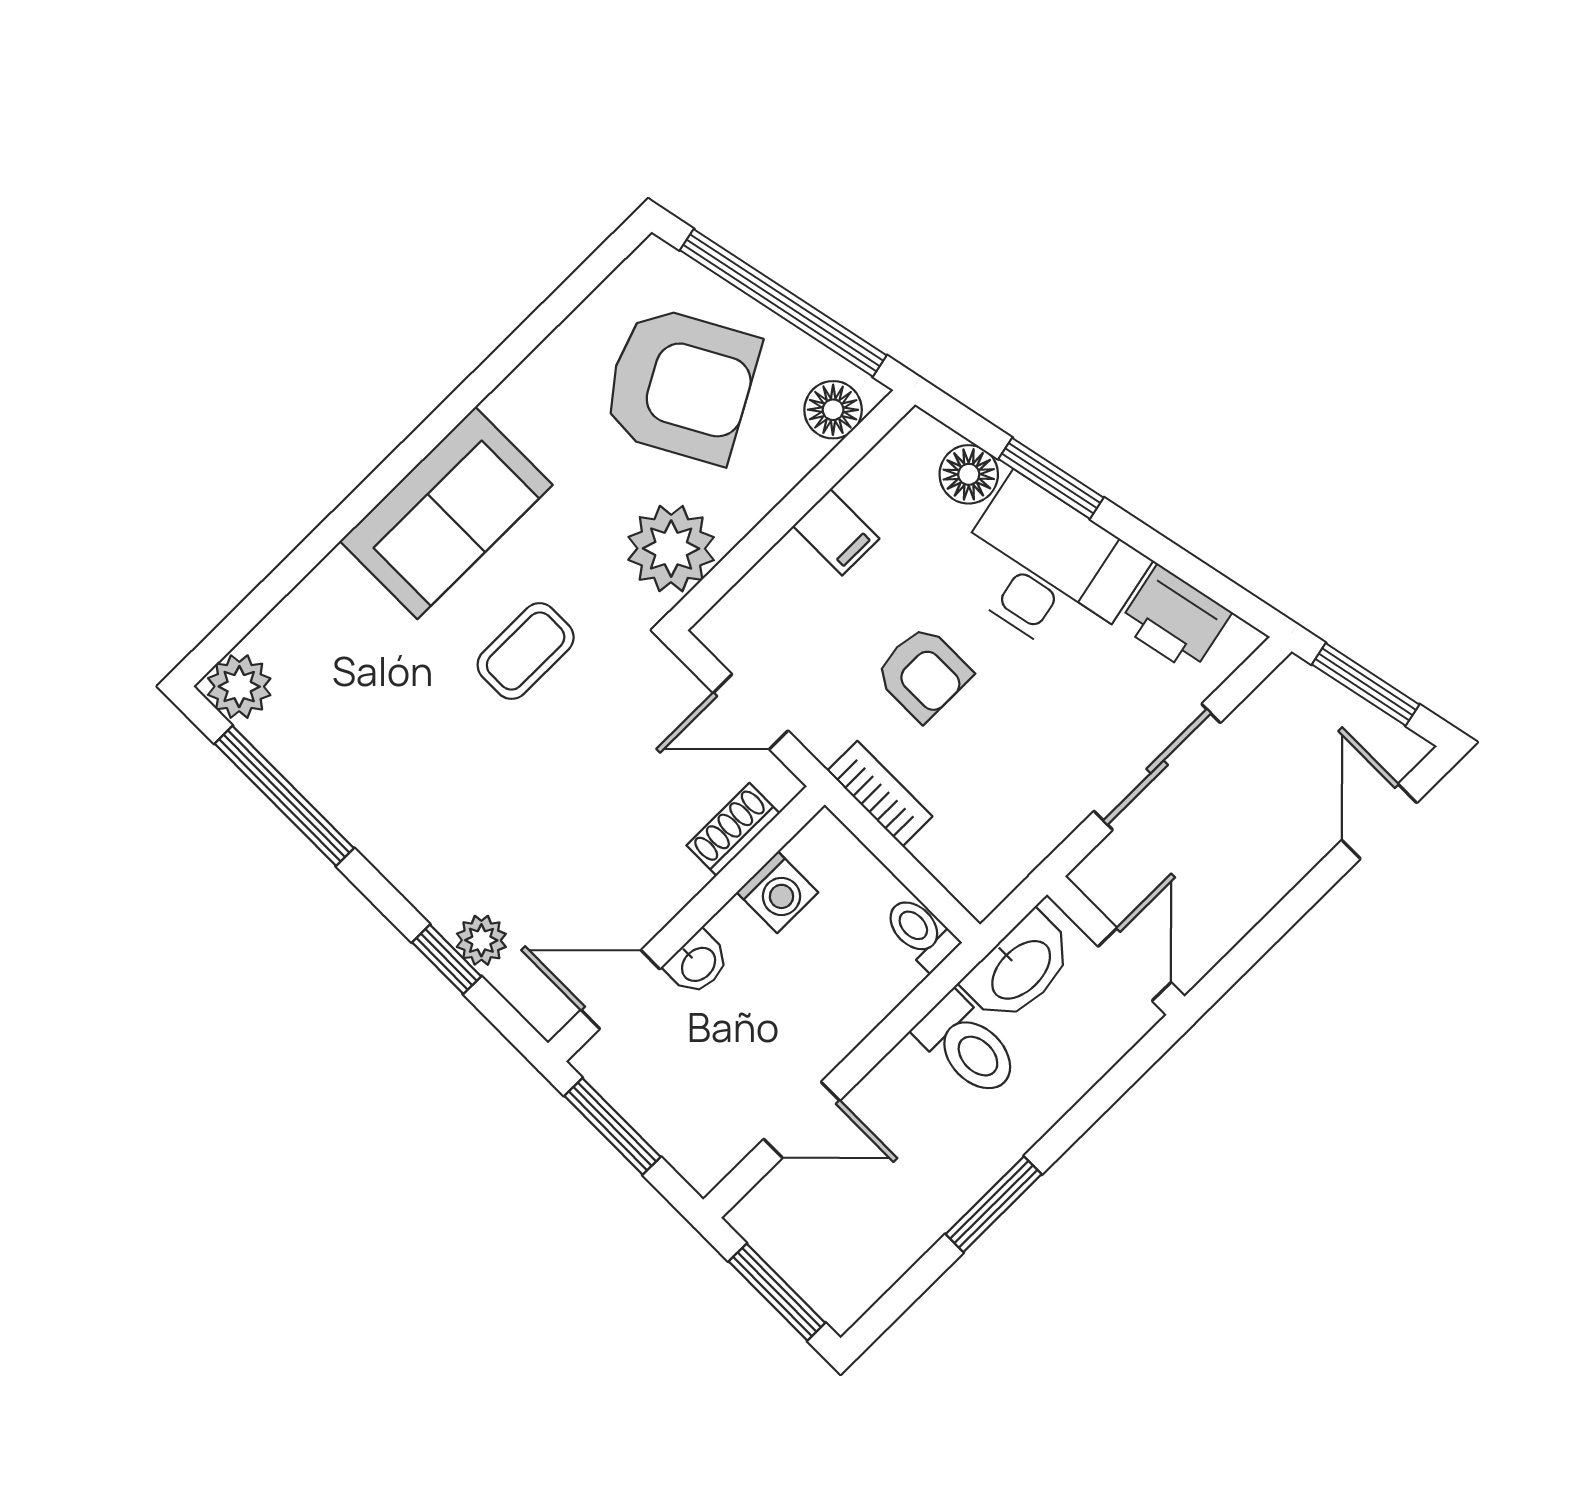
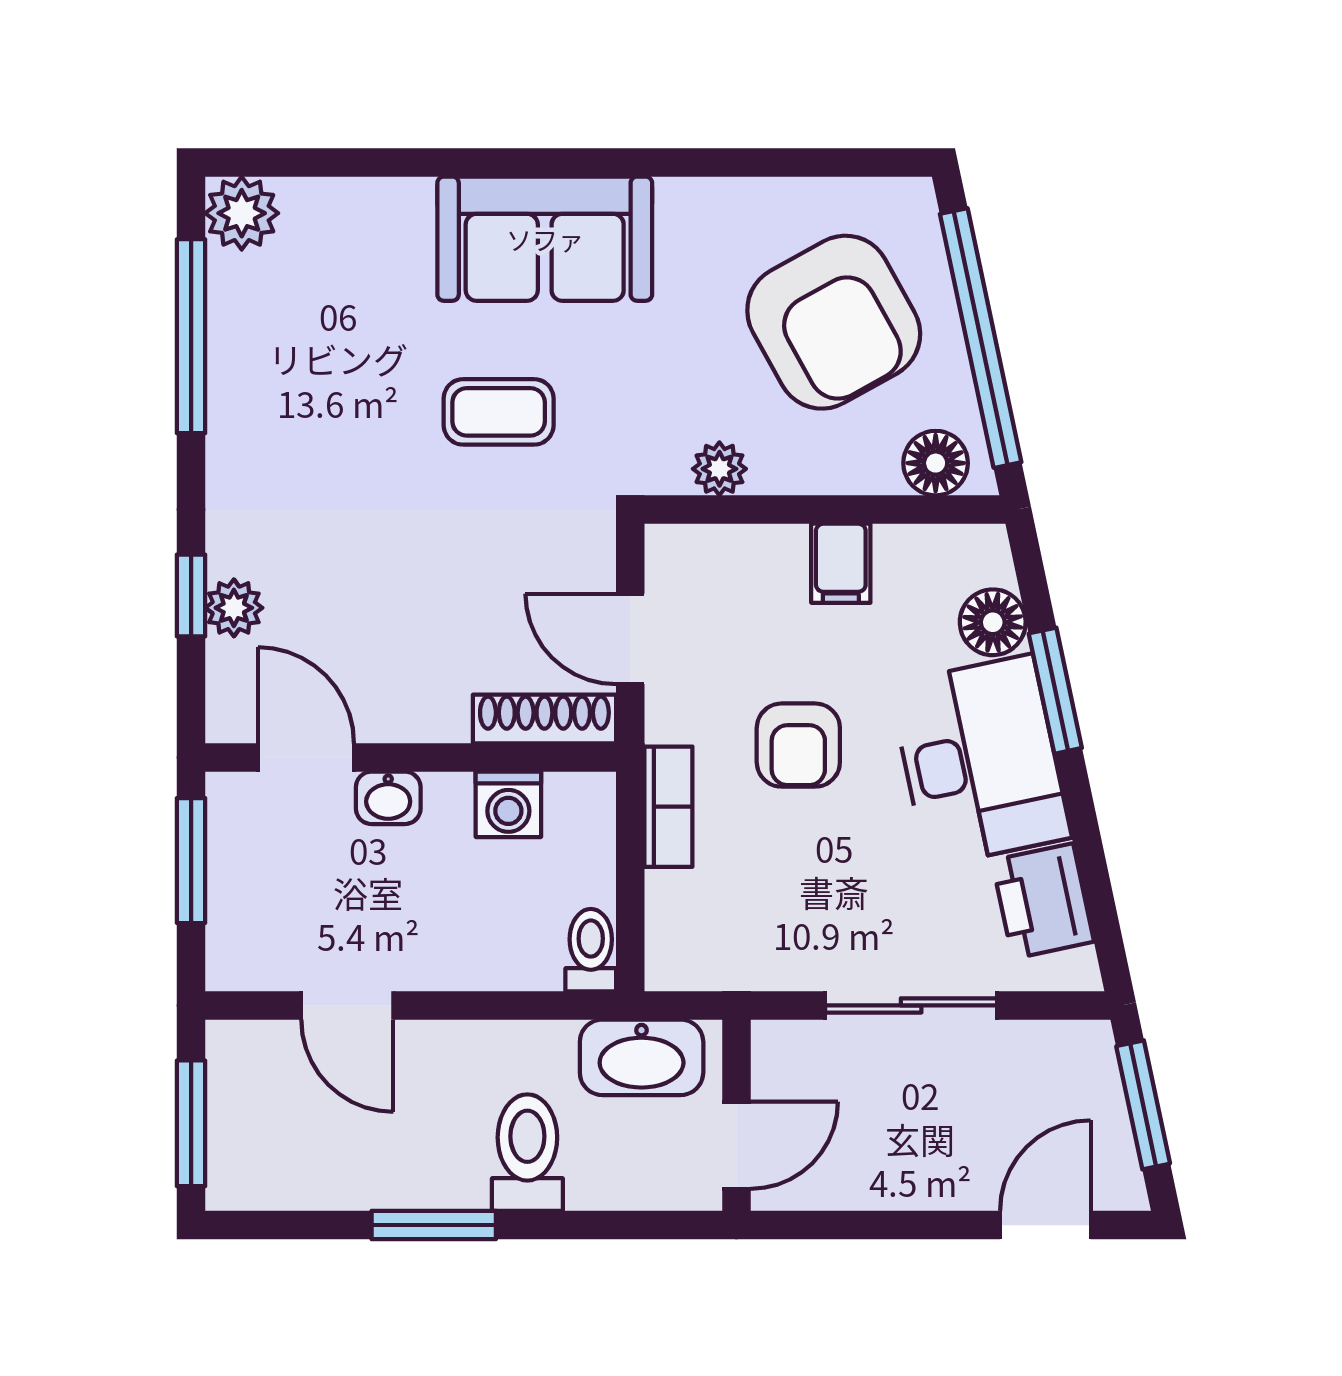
plant: (671, 549) -> (719, 469), width x0.53, depth x0.53
shoe rack: (733, 829) -> (544, 719), width x1.43
toilet: (968, 1046) -> (527, 1153), moved, turned 180

